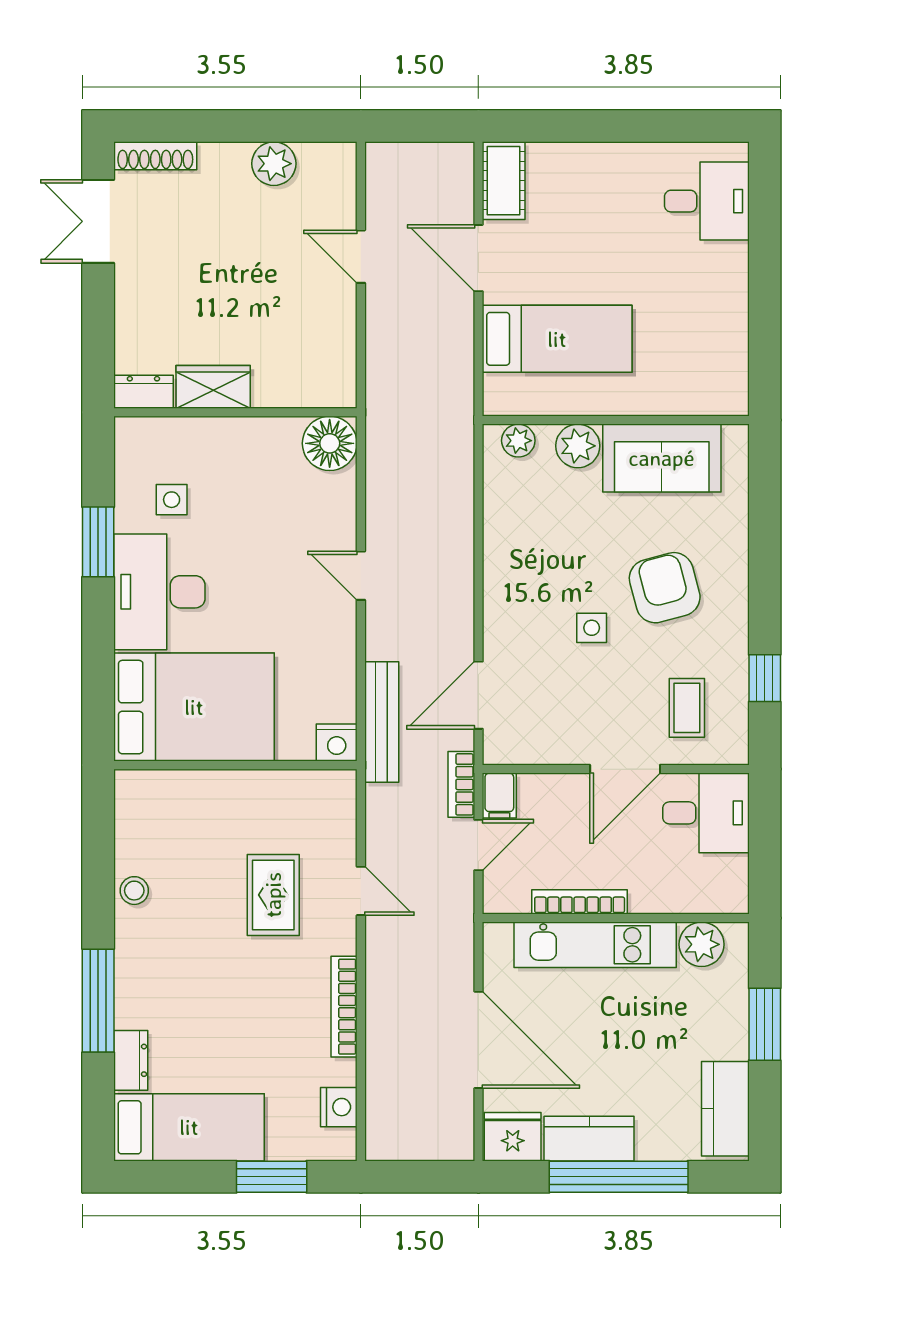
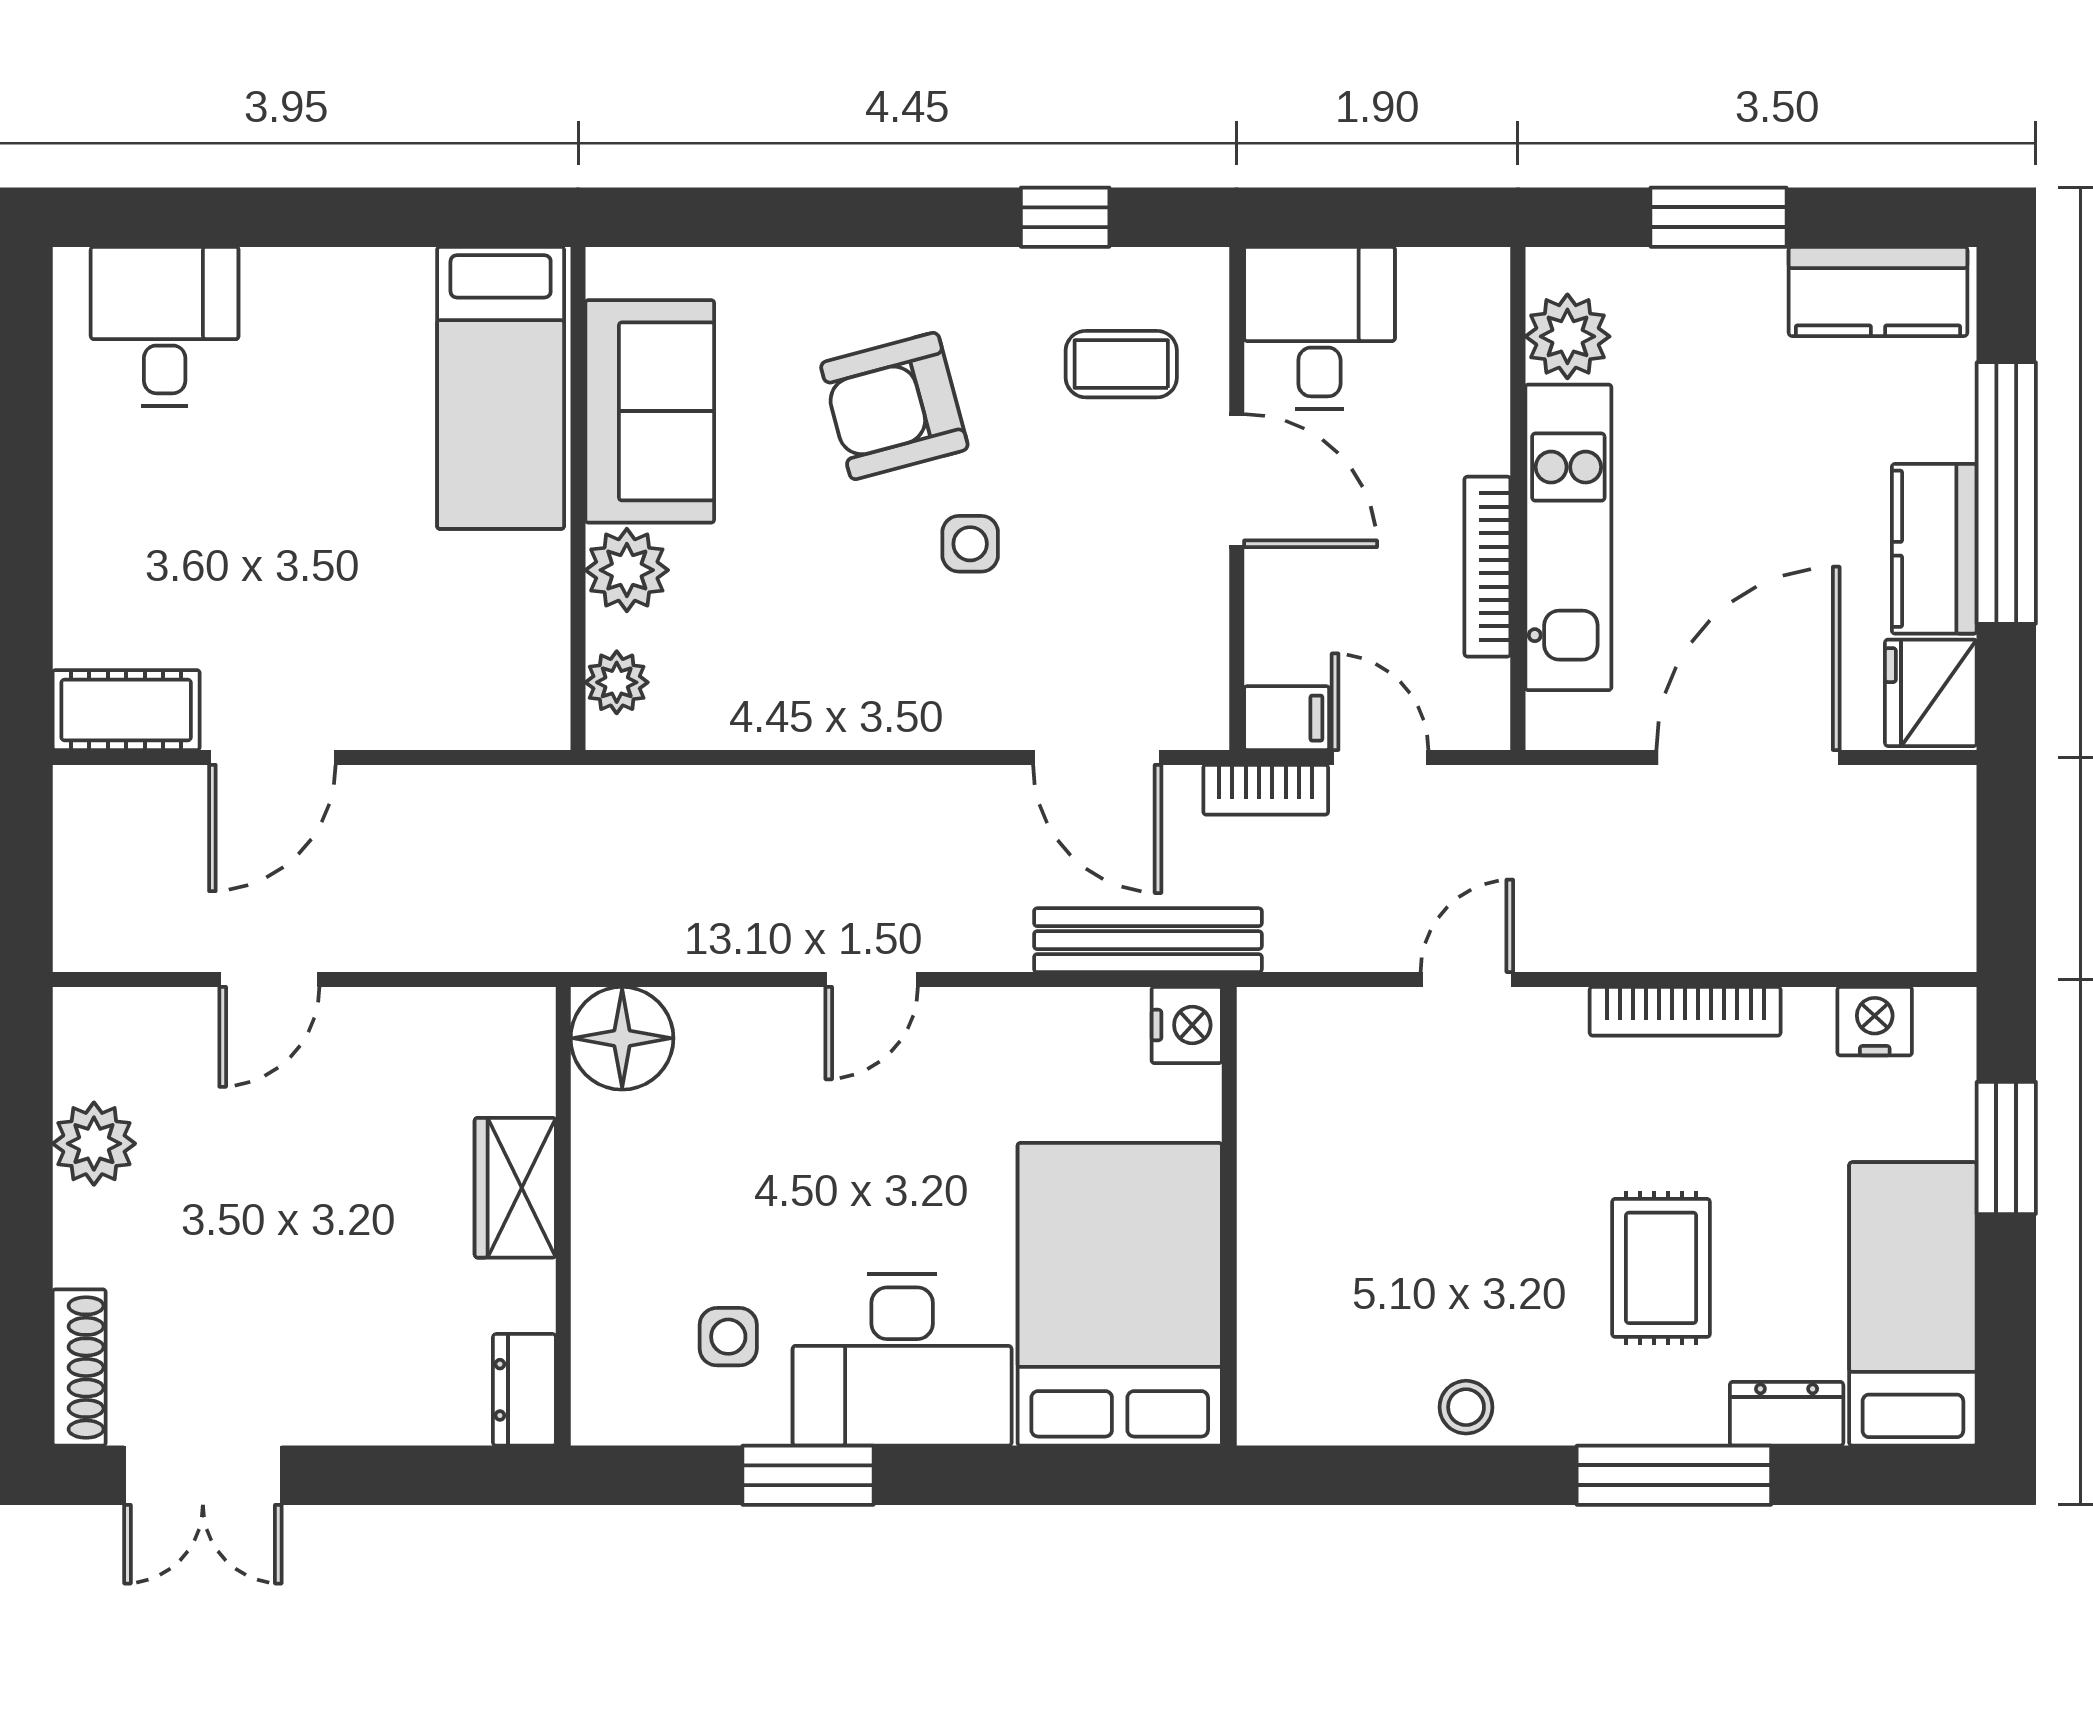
bed: (557, 339) -> (501, 388), moved, turned 180
wardrobe: (213, 387) -> (515, 1188), moved
rug: (273, 895) -> (1661, 1268), moved, turned 90

